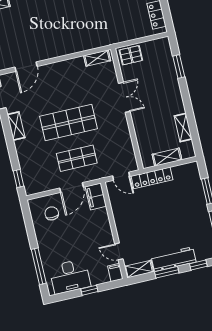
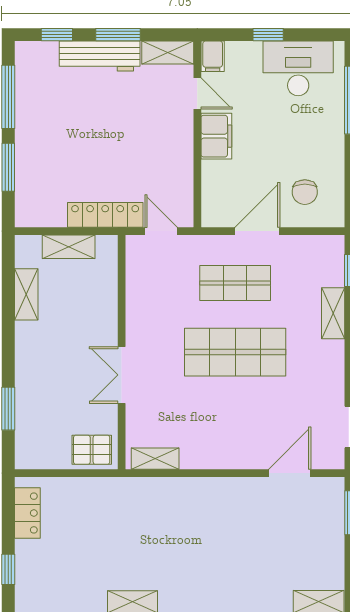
shelving: (16, 126) -> (333, 313), moved
filing cabinet: (96, 196) -> (216, 136), moved

